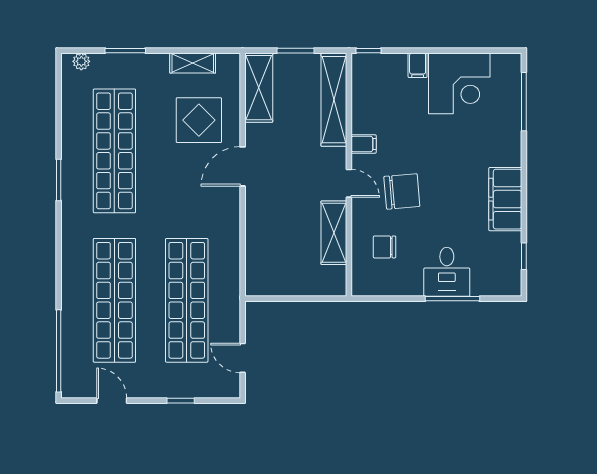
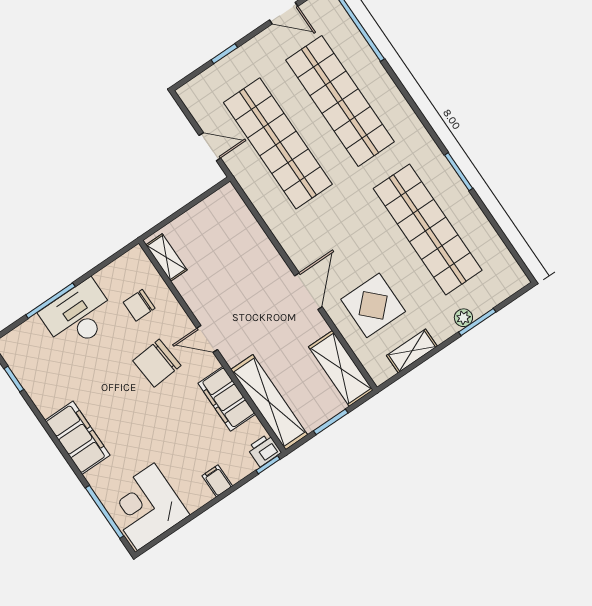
plant: (81, 61) -> (463, 318), moved
printer: (364, 64) -> (264, 450), added
corner desk: (459, 83) -> (146, 507), moved
filing cabinet: (364, 144) -> (227, 399), width x3.00, depth x1.17
filing cabinet: (505, 199) -> (77, 438), moved
shelving: (334, 233) -> (166, 258), moved, width x0.67, depth x0.75
chair: (385, 247) -> (139, 305), turned 180
desk: (447, 272) -> (78, 315), width x1.37
door: (243, 358) -> (210, 147), moved

